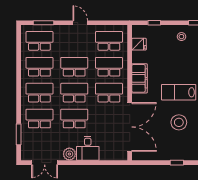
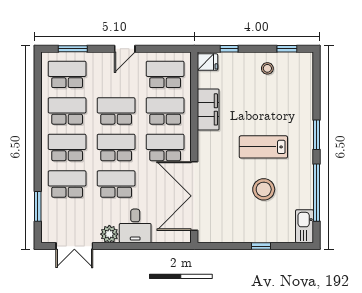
door: (80, 23) -> (125, 49), swing flipped
fridge: (139, 44) -> (208, 62), moved
filing cabinet: (140, 78) -> (208, 109), moved
double door: (130, 127) -> (194, 196), swing flipped

